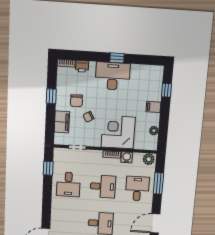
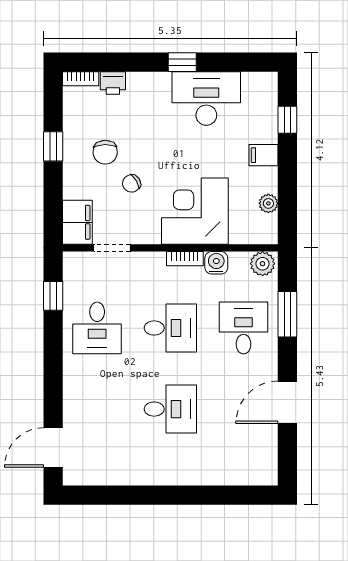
desk: (113, 76) -> (206, 99), moved
filing cabinet: (62, 122) -> (77, 222), moved

